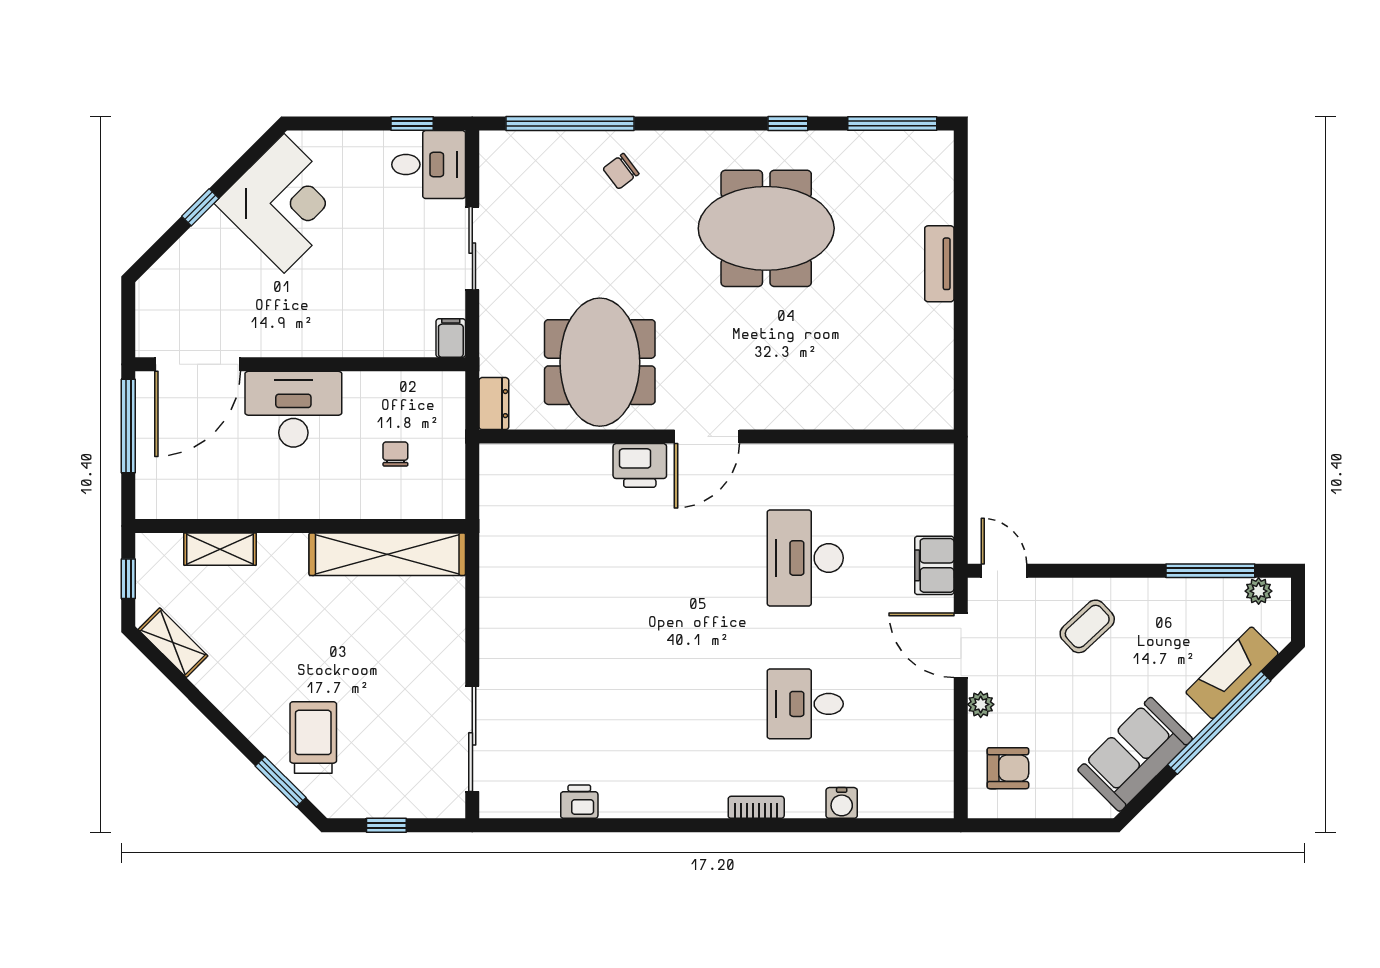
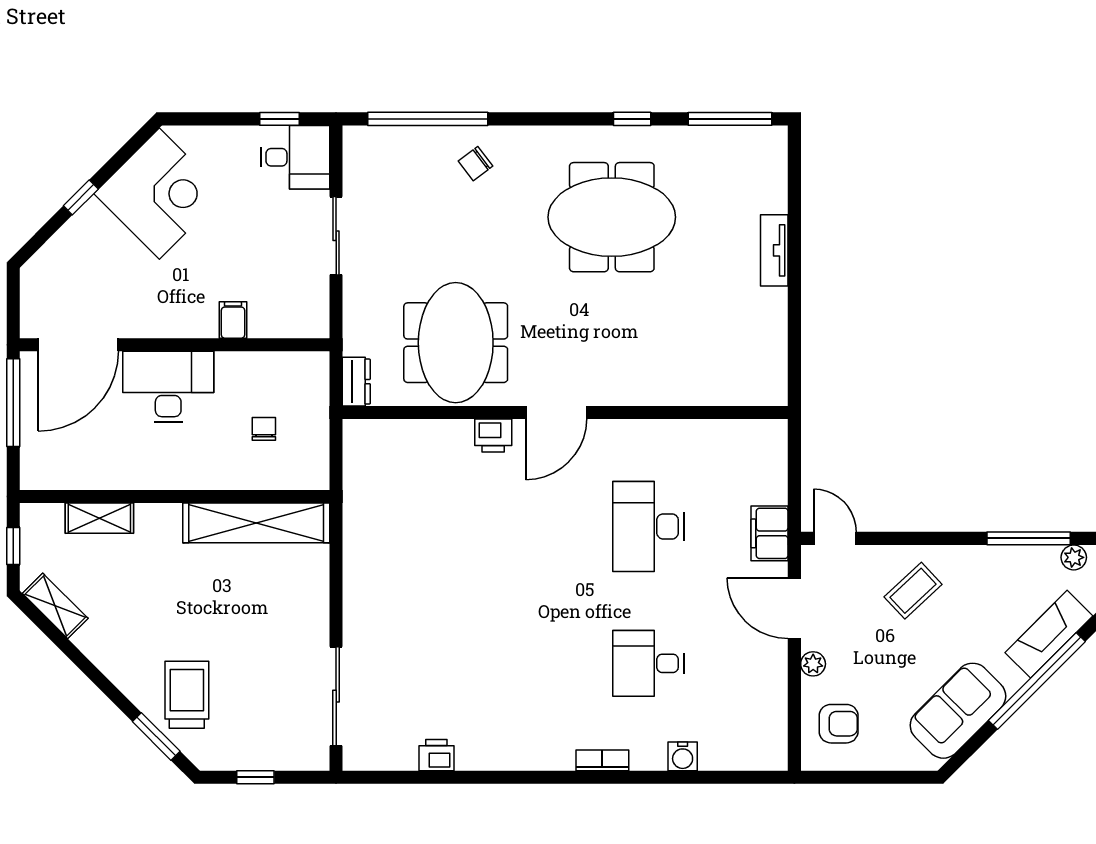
filing cabinet: (451, 338) -> (233, 320), moved
printer: (640, 465) -> (493, 436), width x0.73, depth x0.81

